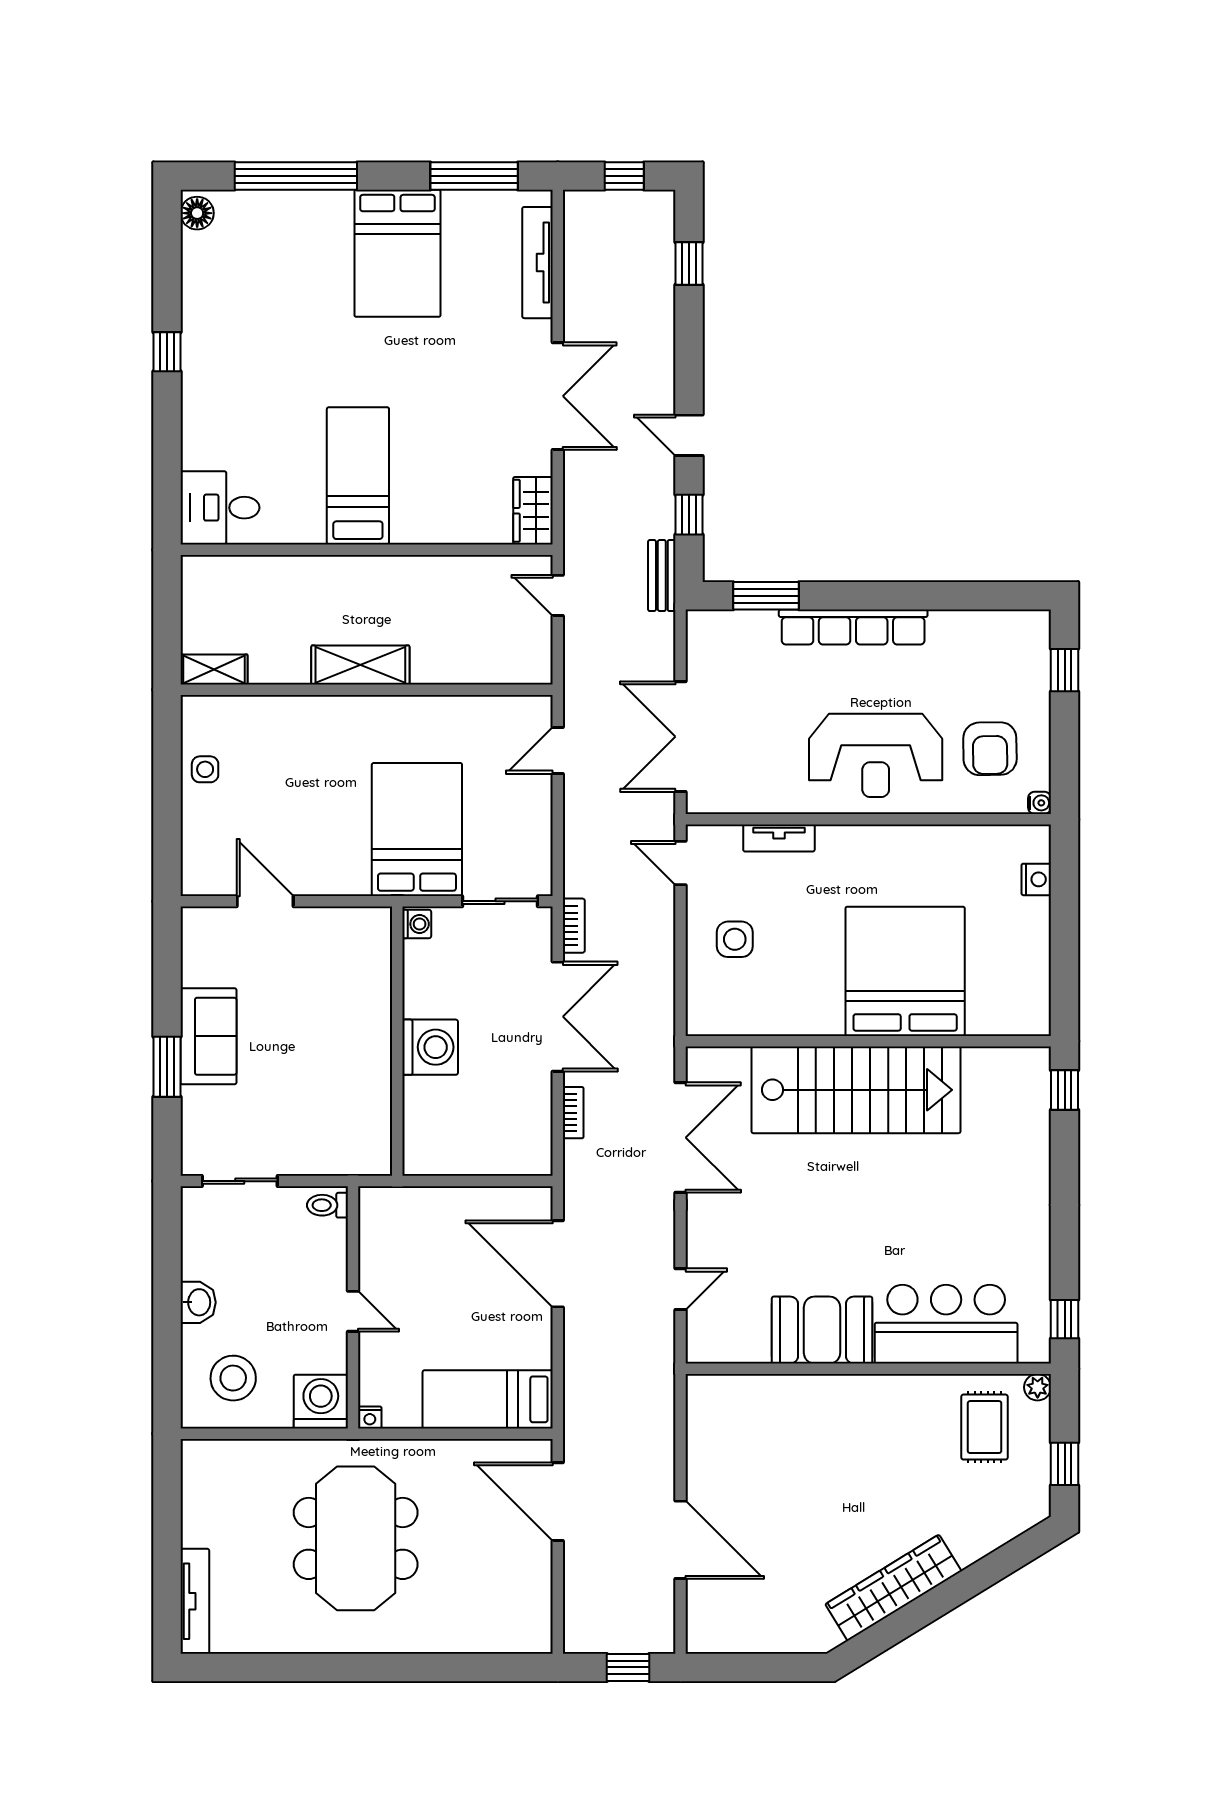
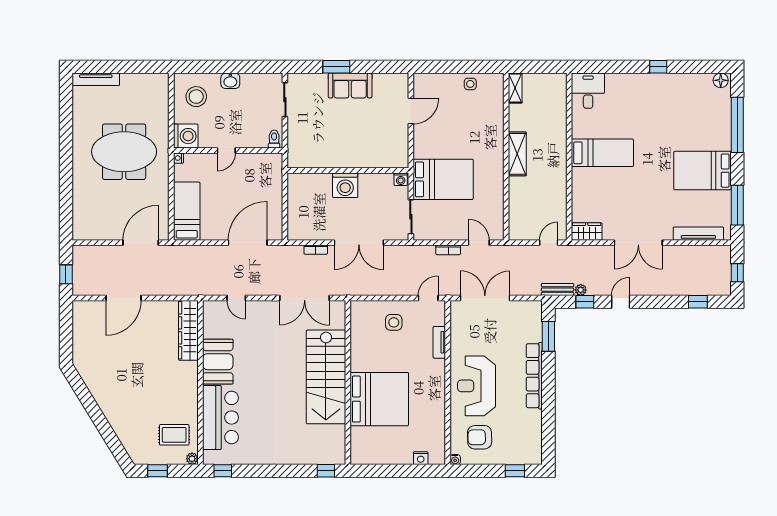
plant: (662, 524) -> (581, 290), added
bookcase: (574, 926) -> (448, 250), moved
wardrobe: (893, 1588) -> (188, 330), moved, turned -149

